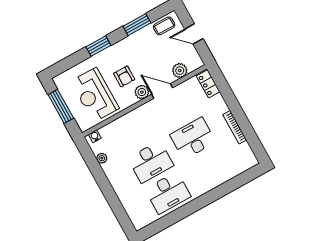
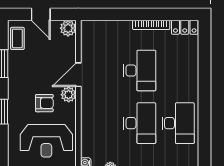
door: (194, 34) -> (41, 14), hinge flipped
plant: (180, 71) -> (68, 28), moved
locker: (208, 84) -> (185, 27), moved
desk: (193, 138) -> (140, 70), turned 180

